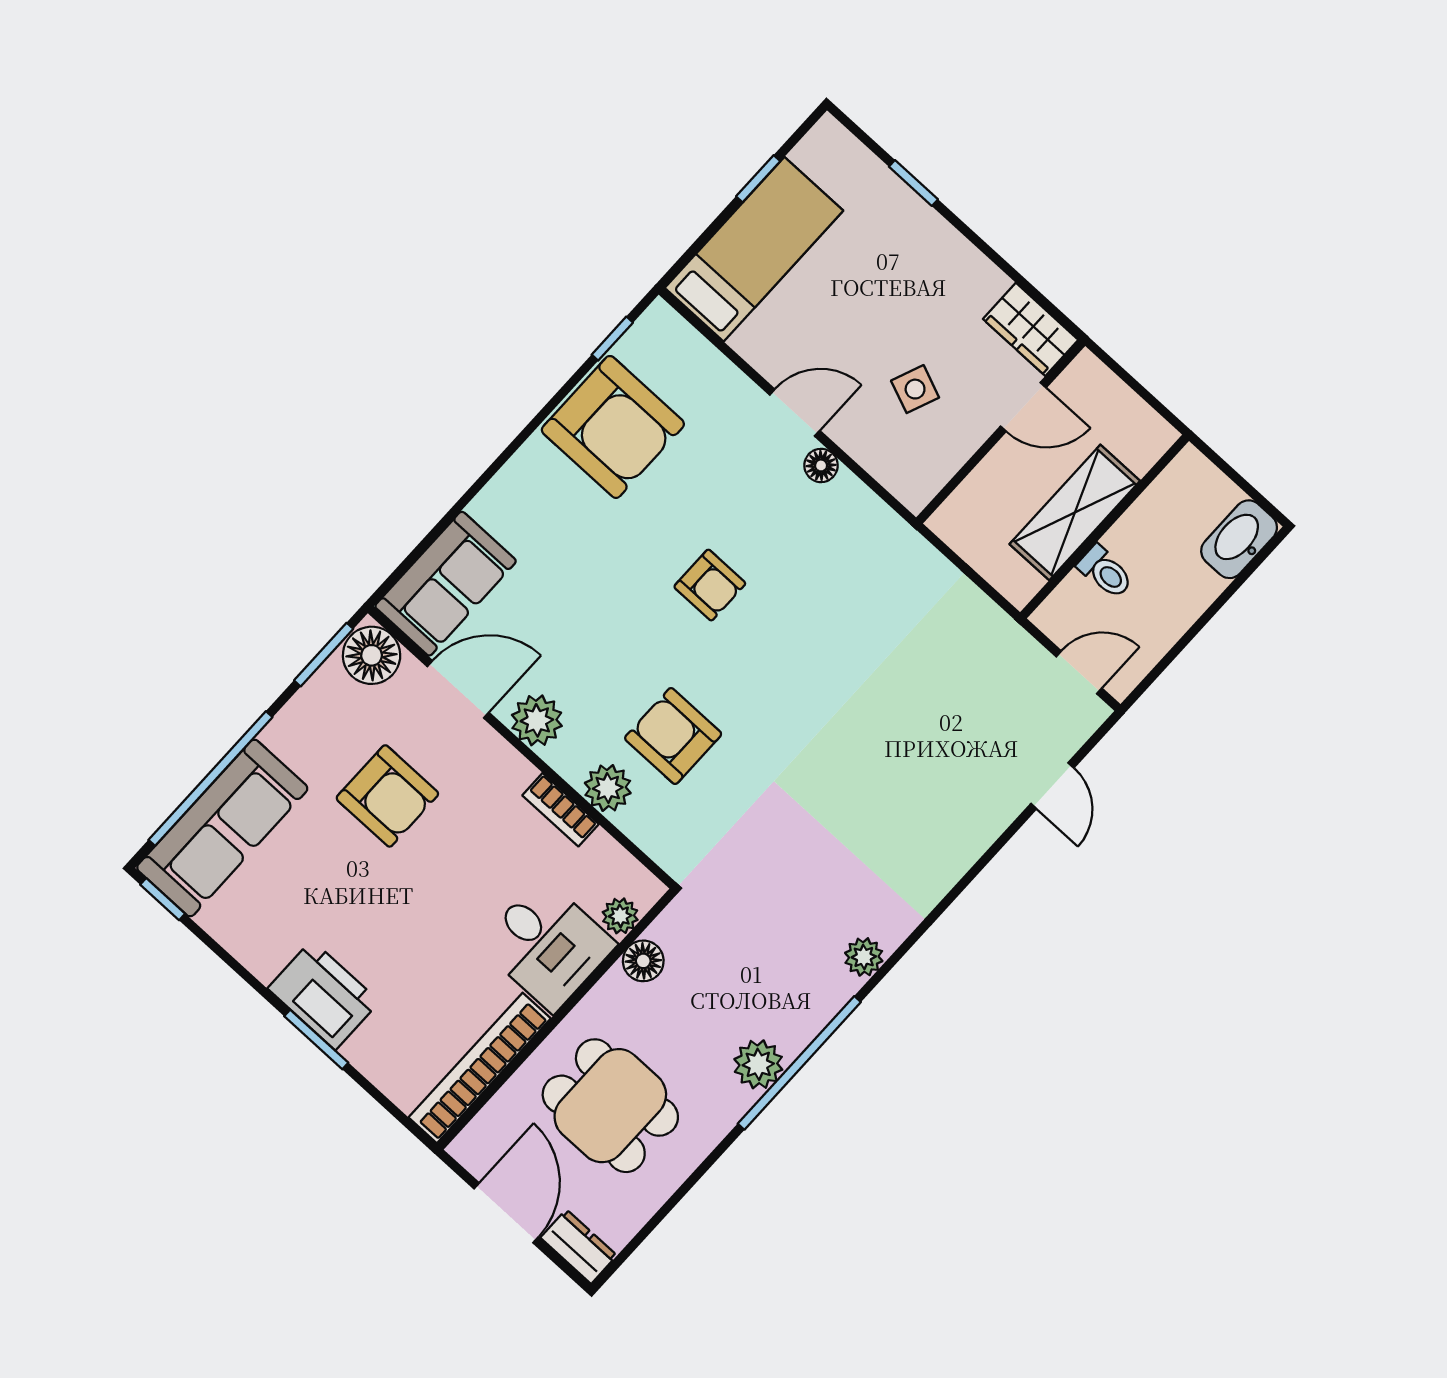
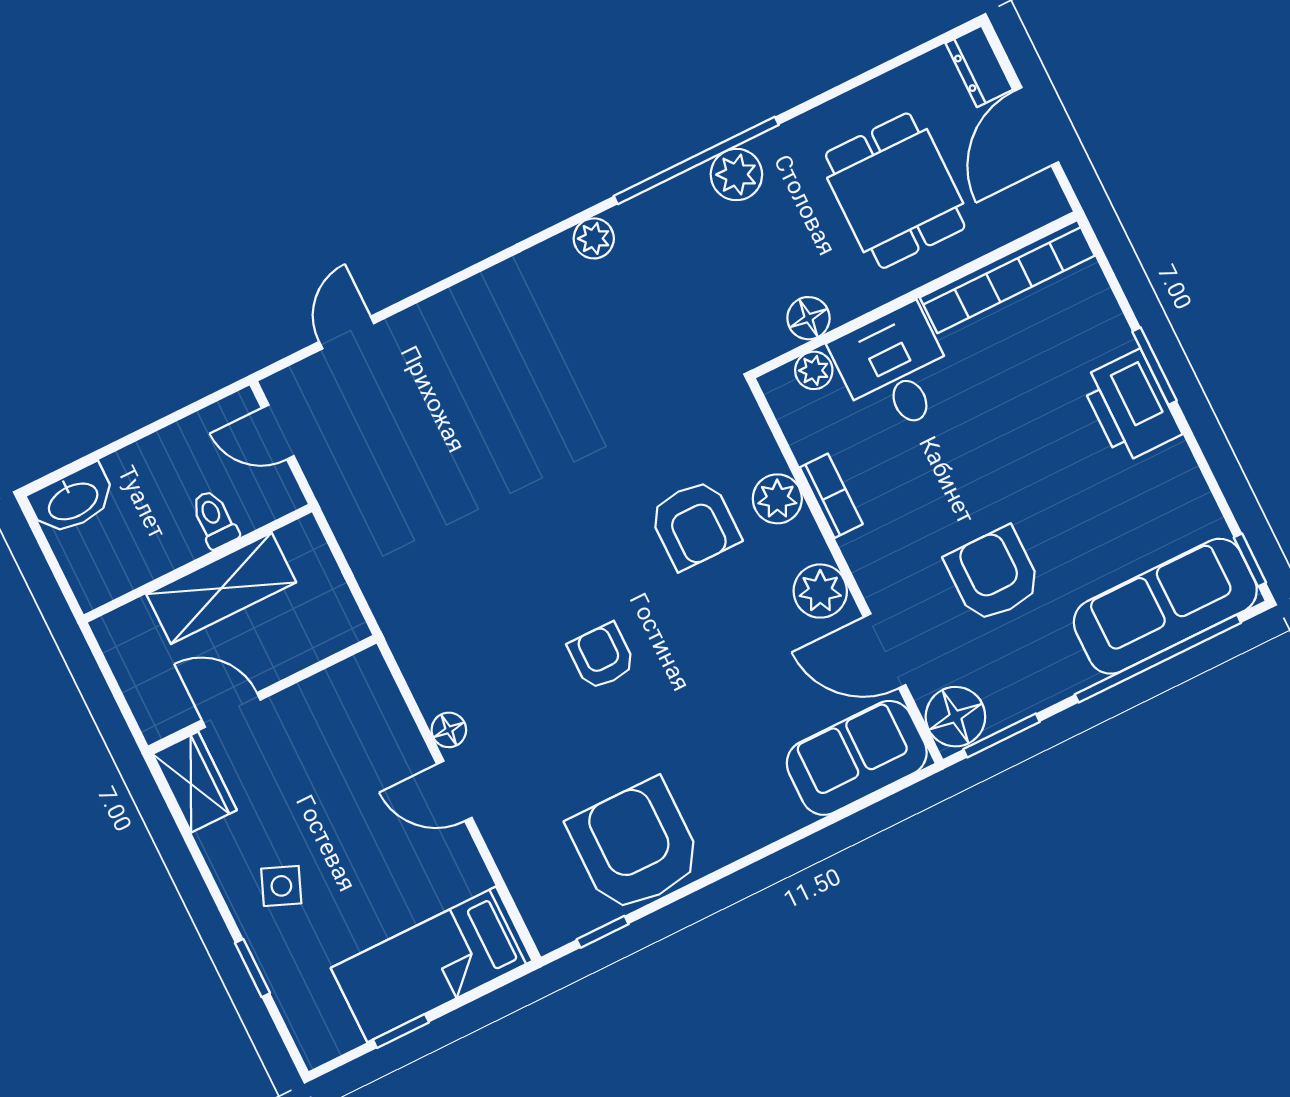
side table: (915, 389) -> (281, 886), moved

